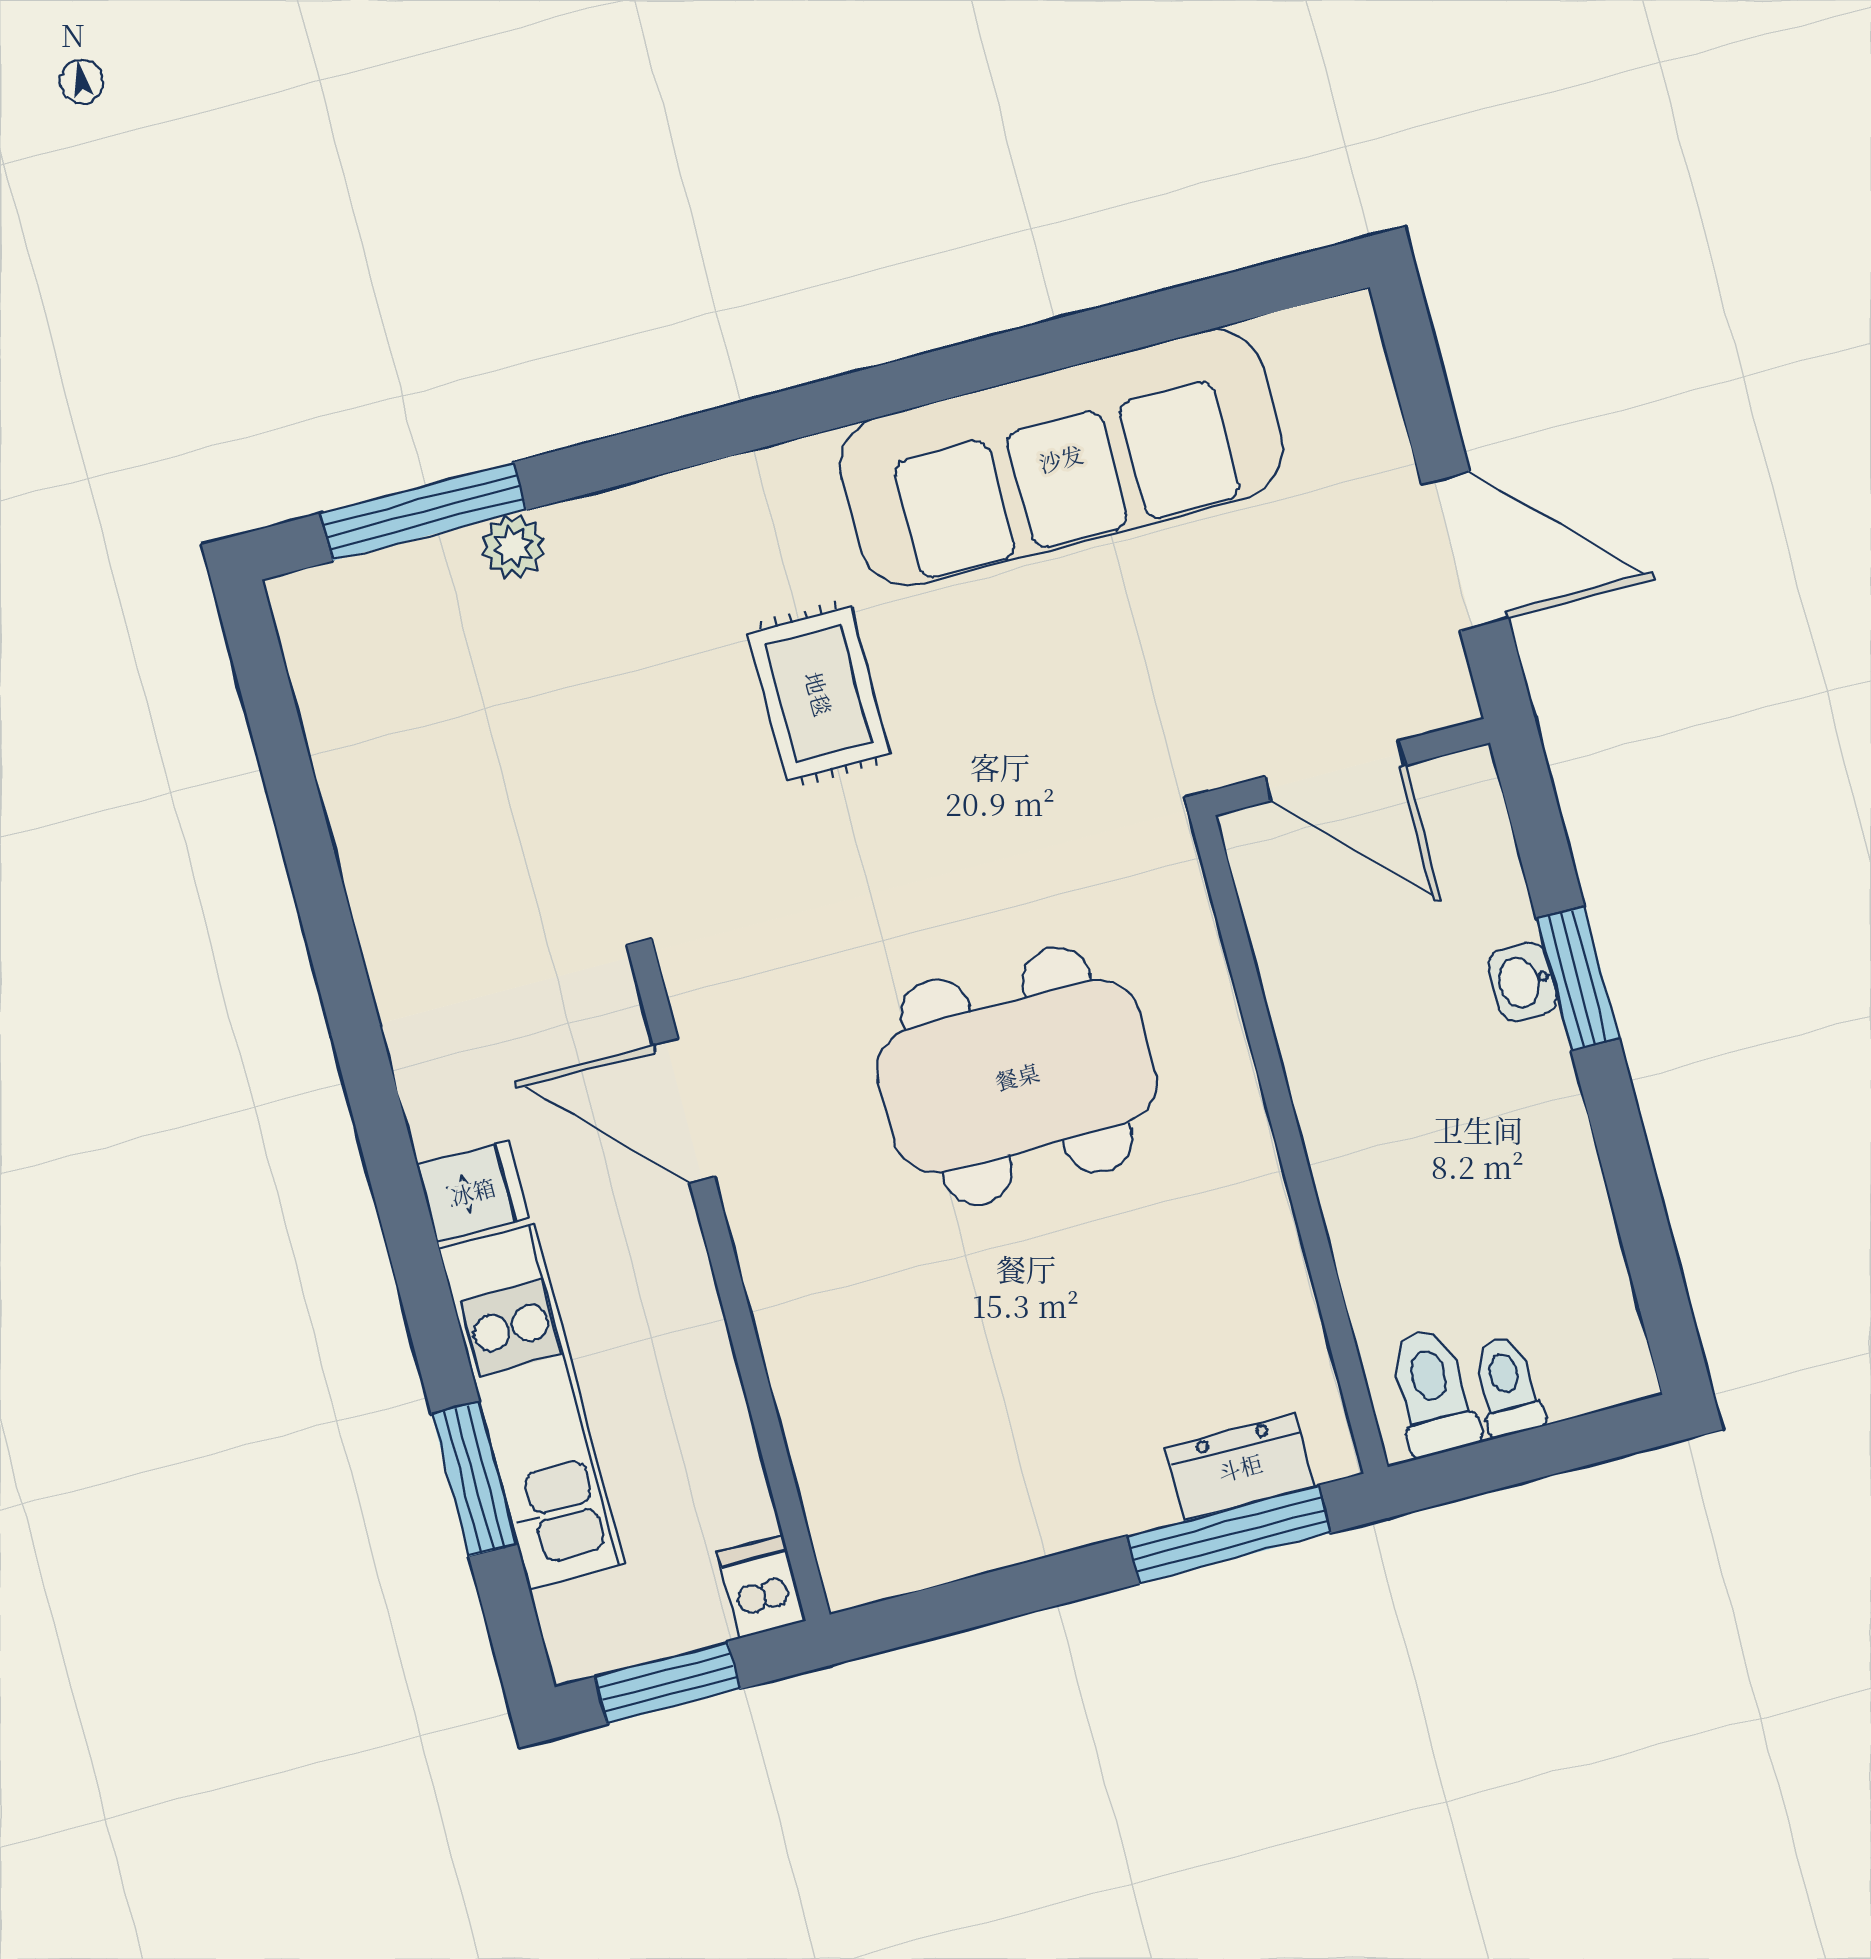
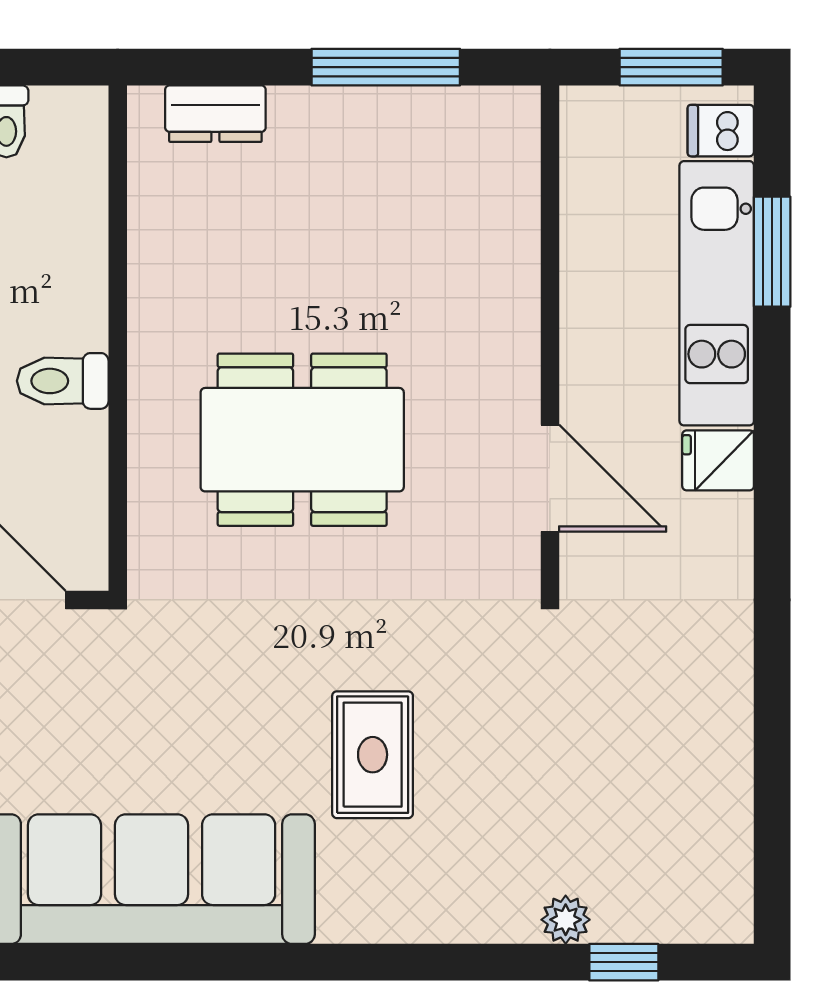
window: (424, 512) -> (624, 962), width x0.46
toilet: (1433, 1392) -> (63, 381), moved, turned 90
window: (1229, 1535) -> (386, 67), moved
dishwasher: (762, 1587) -> (721, 131), moved, turned 90

